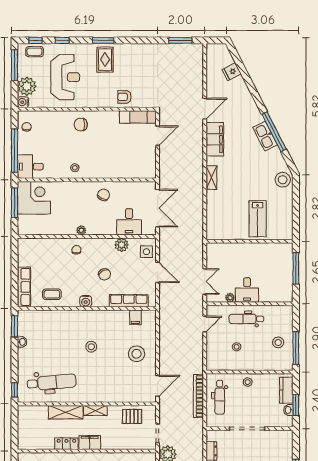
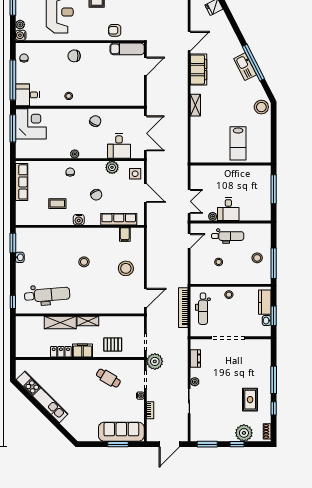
plant: (27, 86) -> (20, 25), width x0.53, depth x0.53
row of seats: (24, 287) -> (22, 182), moved
coffee table: (52, 294) -> (57, 204), moved
dental chair: (246, 319) -> (228, 236), turned 180
pallet: (132, 416) -> (113, 345), moved

